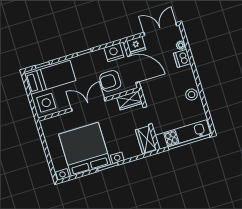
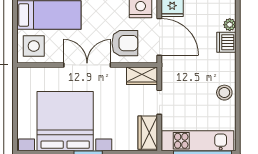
armchair: (110, 81) -> (125, 43), turned 180

